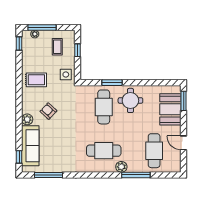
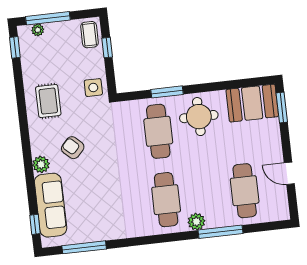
coffee table: (57, 47) -> (89, 35), moved
rug: (36, 80) -> (48, 101), turned 90
booth: (170, 109) -> (252, 103), moved, turned 90
cafe table: (104, 151) -> (166, 200), turned 90

